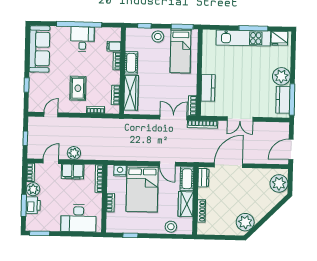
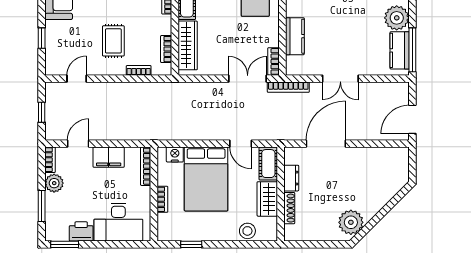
plant: (74, 153) -> (110, 131), removed
dresser: (203, 178) -> (291, 178), moved
plant: (279, 183) -> (397, 167), removed
printer: (33, 205) -> (81, 231), moved, turned -90

